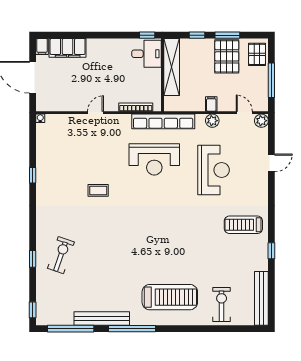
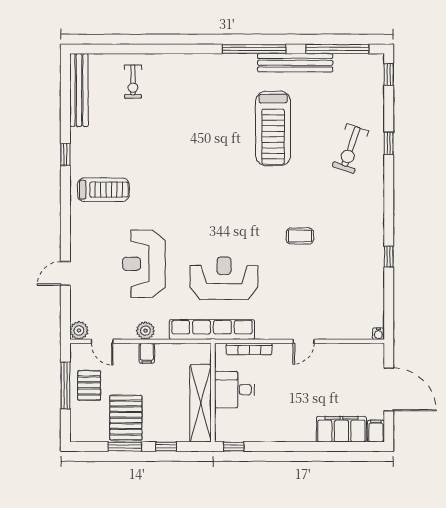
desk: (147, 54) -> (235, 390), moved
pallet: (257, 54) -> (89, 385), moved
treadmill: (170, 297) -> (273, 128), moved, turned -90
exercise bike: (222, 305) -> (133, 82), width x0.73, depth x0.72

